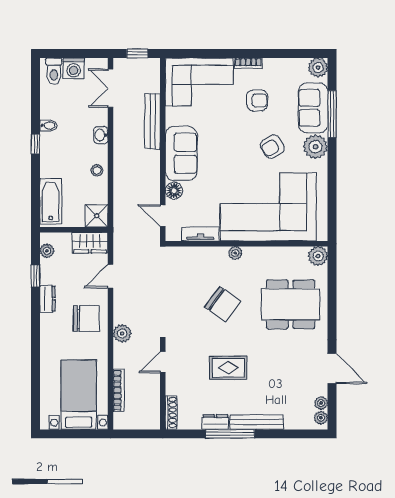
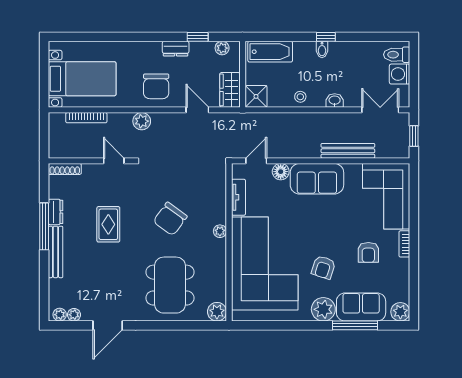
bidet: (48, 125) -> (322, 49), moved
armchair: (272, 147) -> (323, 267), turned -132

